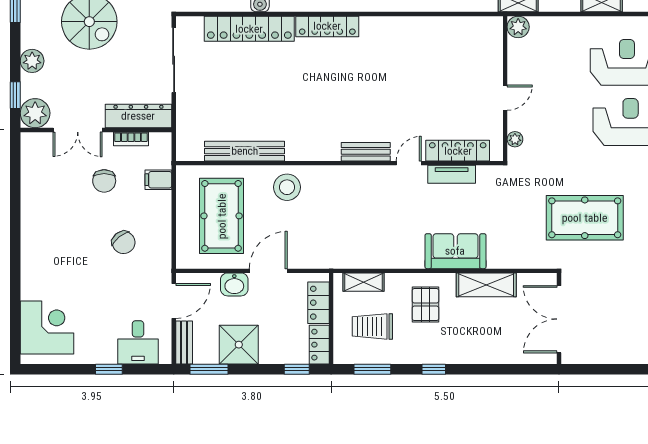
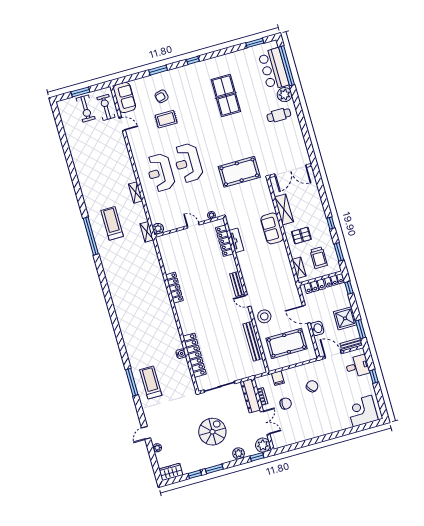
locker: (327, 26) -> (174, 288), moved
door: (409, 163) -> (248, 301), moved
pool table: (585, 218) -> (239, 172), turned 90

